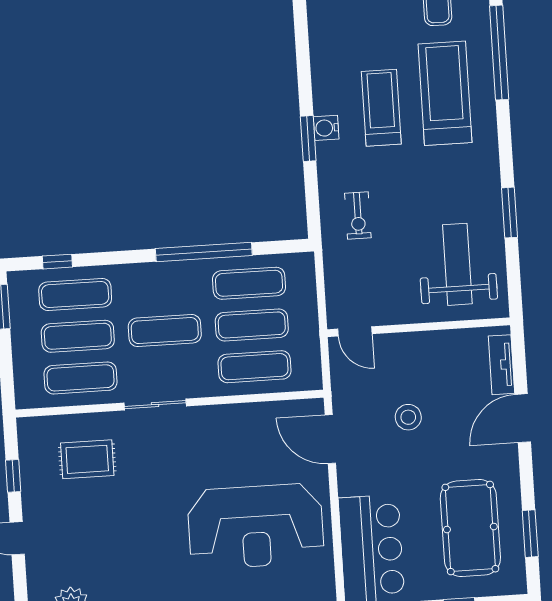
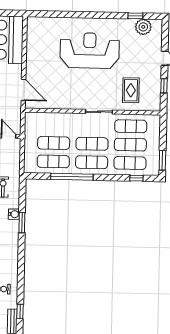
water cooler: (326, 128) -> (14, 214), moved
exercise mat: (254, 367) -> (92, 162), moved
rug: (87, 459) -> (131, 90), turned 90
reception desk: (256, 526) -> (90, 51), moved

